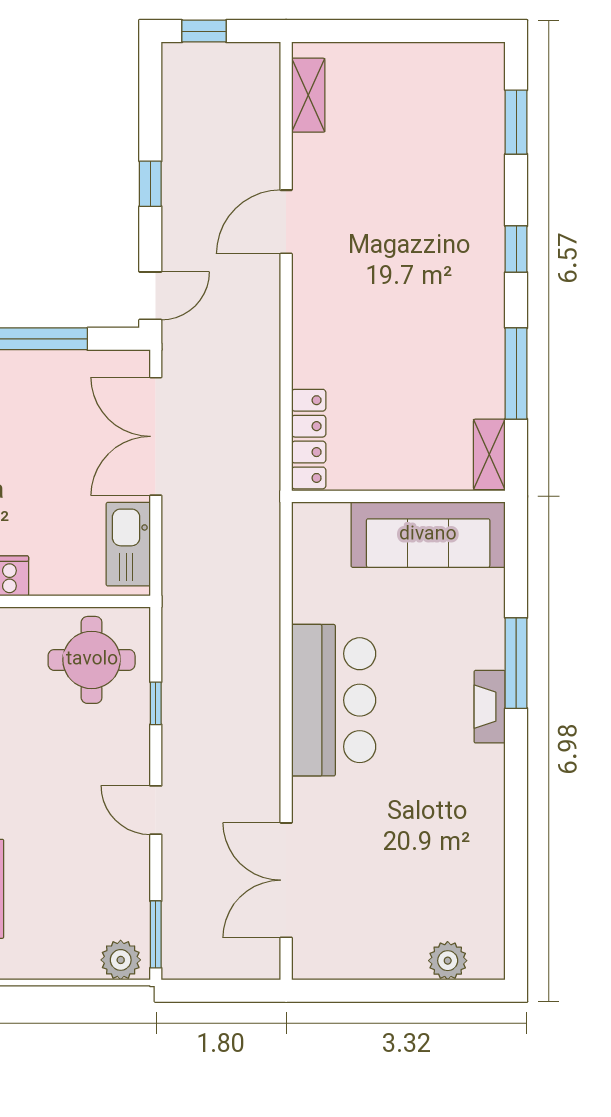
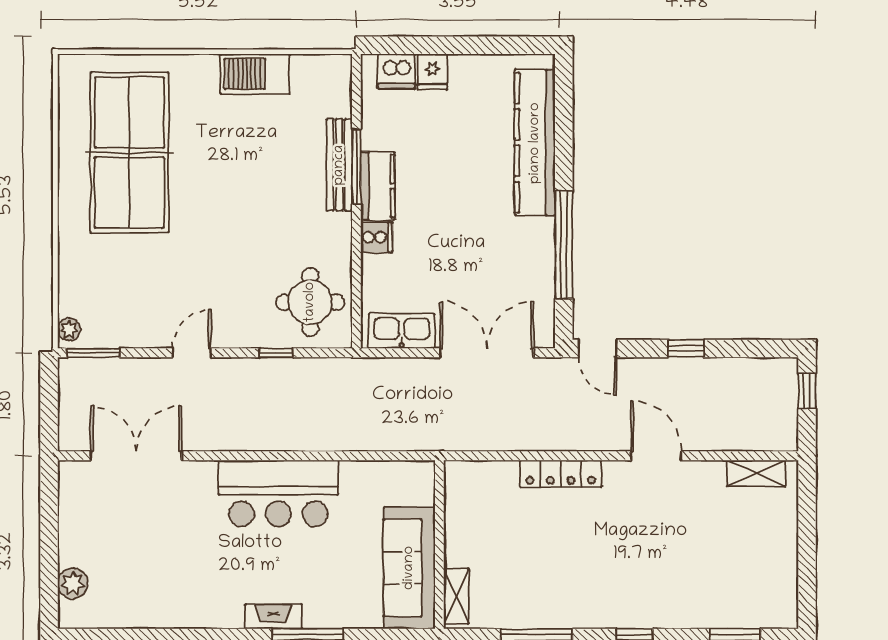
locker: (309, 439) -> (561, 474), moved
shelving: (489, 454) -> (456, 596), moved, turned 90
plant: (121, 960) -> (69, 329), width x0.73, depth x0.73

